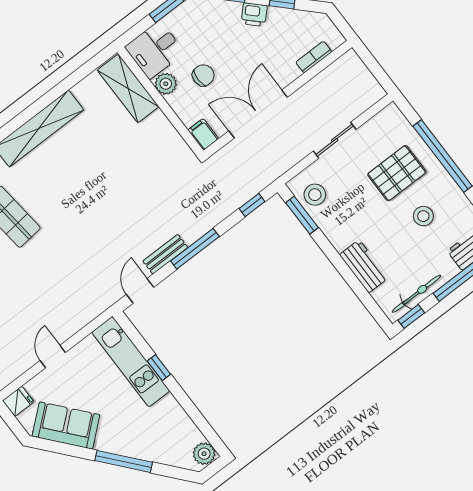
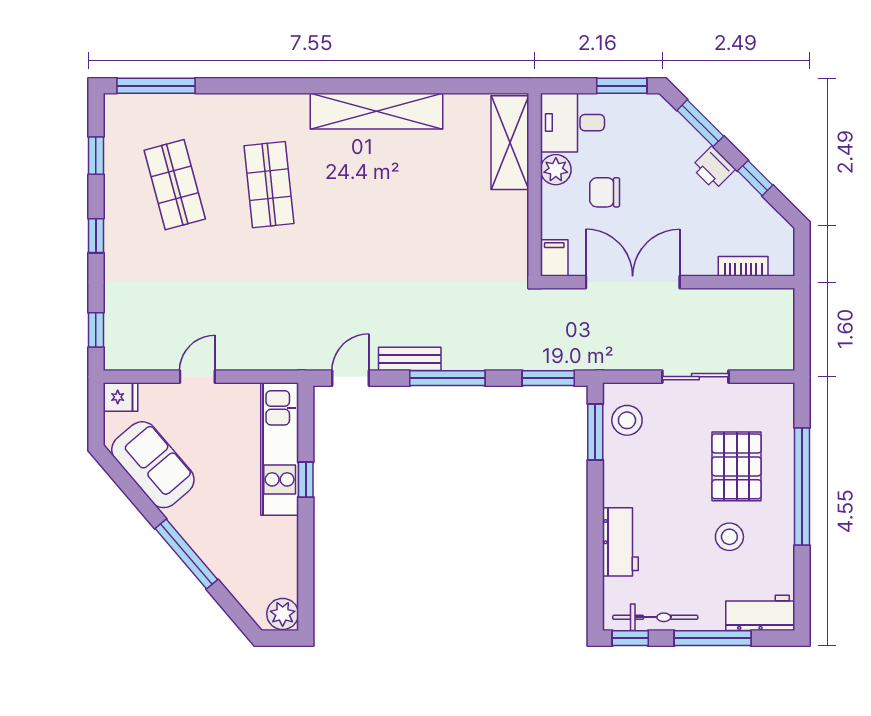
chair: (203, 75) -> (605, 192), turned 180
pallet: (397, 173) -> (737, 466), turned 90
window: (252, 205) -> (548, 378), width x1.50

